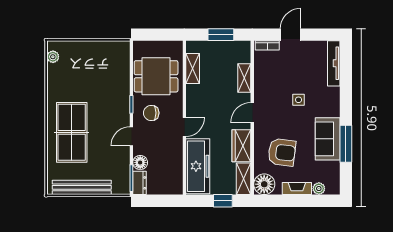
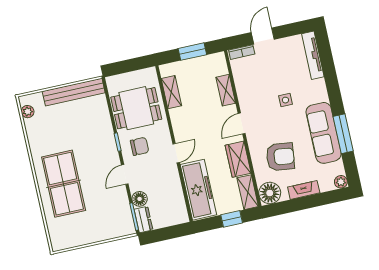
chair: (151, 113) -> (140, 146), turned 180
sofa: (328, 139) -> (324, 133), width x1.36
bench: (82, 187) -> (74, 92), moved
plant: (319, 189) -> (341, 182), moved

